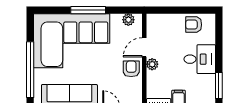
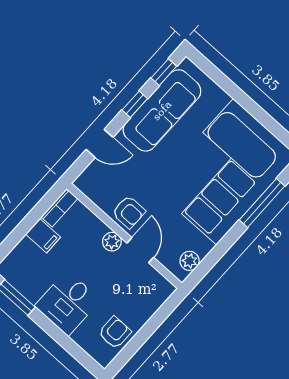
window: (88, 10) -> (262, 203), moved
window: (30, 70) -> (235, 92), removed

